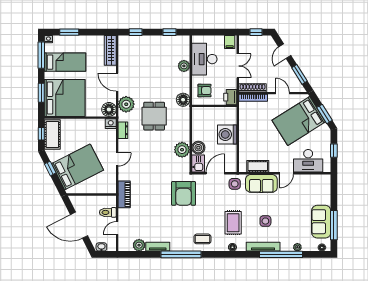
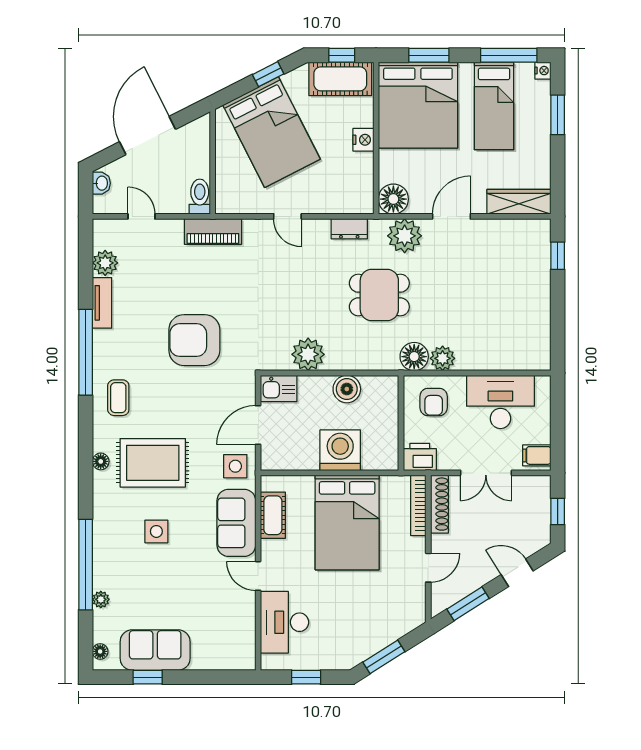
window: (170, 32) -> (558, 328), removed
plant: (184, 66) -> (443, 358), moved
bed: (299, 121) -> (347, 522), moved, turned -148
nightstand: (111, 124) -> (363, 140), moved
boiler: (198, 148) -> (347, 389), moved
door: (215, 173) -> (258, 425), swing flipped
armchair: (183, 193) -> (194, 340), moved
toilet: (108, 212) -> (200, 197), moved
rug: (233, 223) -> (153, 463), width x1.36, depth x1.43
window: (334, 225) -> (148, 677), width x0.46
tv unit: (263, 247) -> (102, 526), removed

